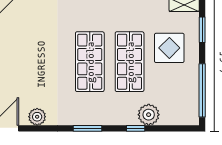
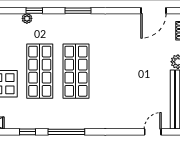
plant: (149, 115) -> (27, 18), width x0.53, depth x0.53
plant: (37, 117) -> (124, 21), removed

